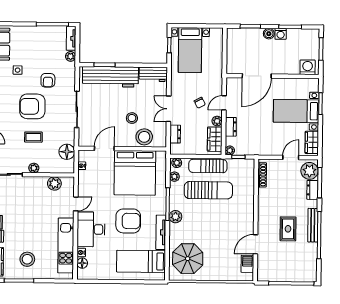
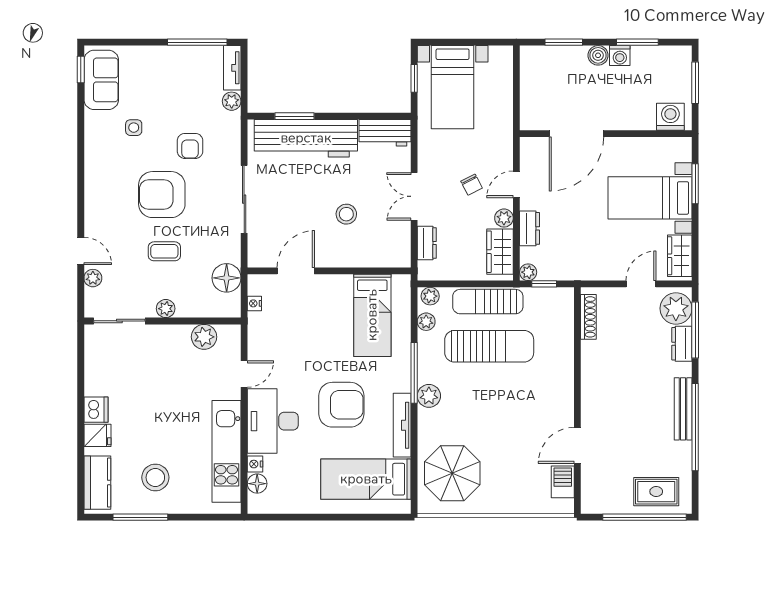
stool: (144, 137) -> (369, 249), removed
bed: (135, 173) -> (372, 315), width x0.49
rug: (288, 229) -> (656, 492), moved, turned 90

